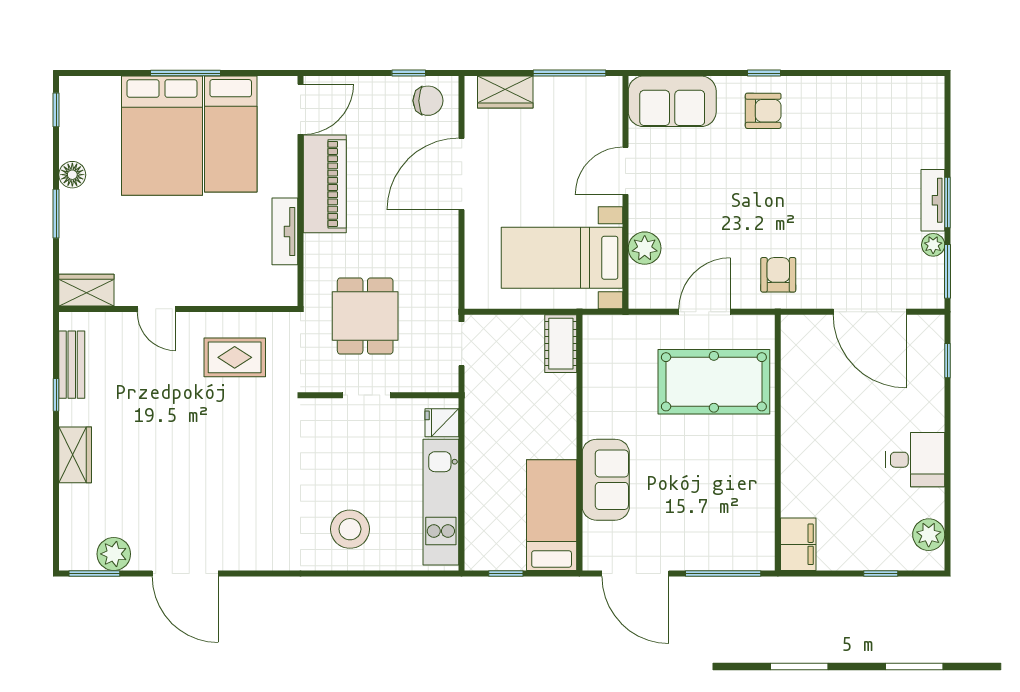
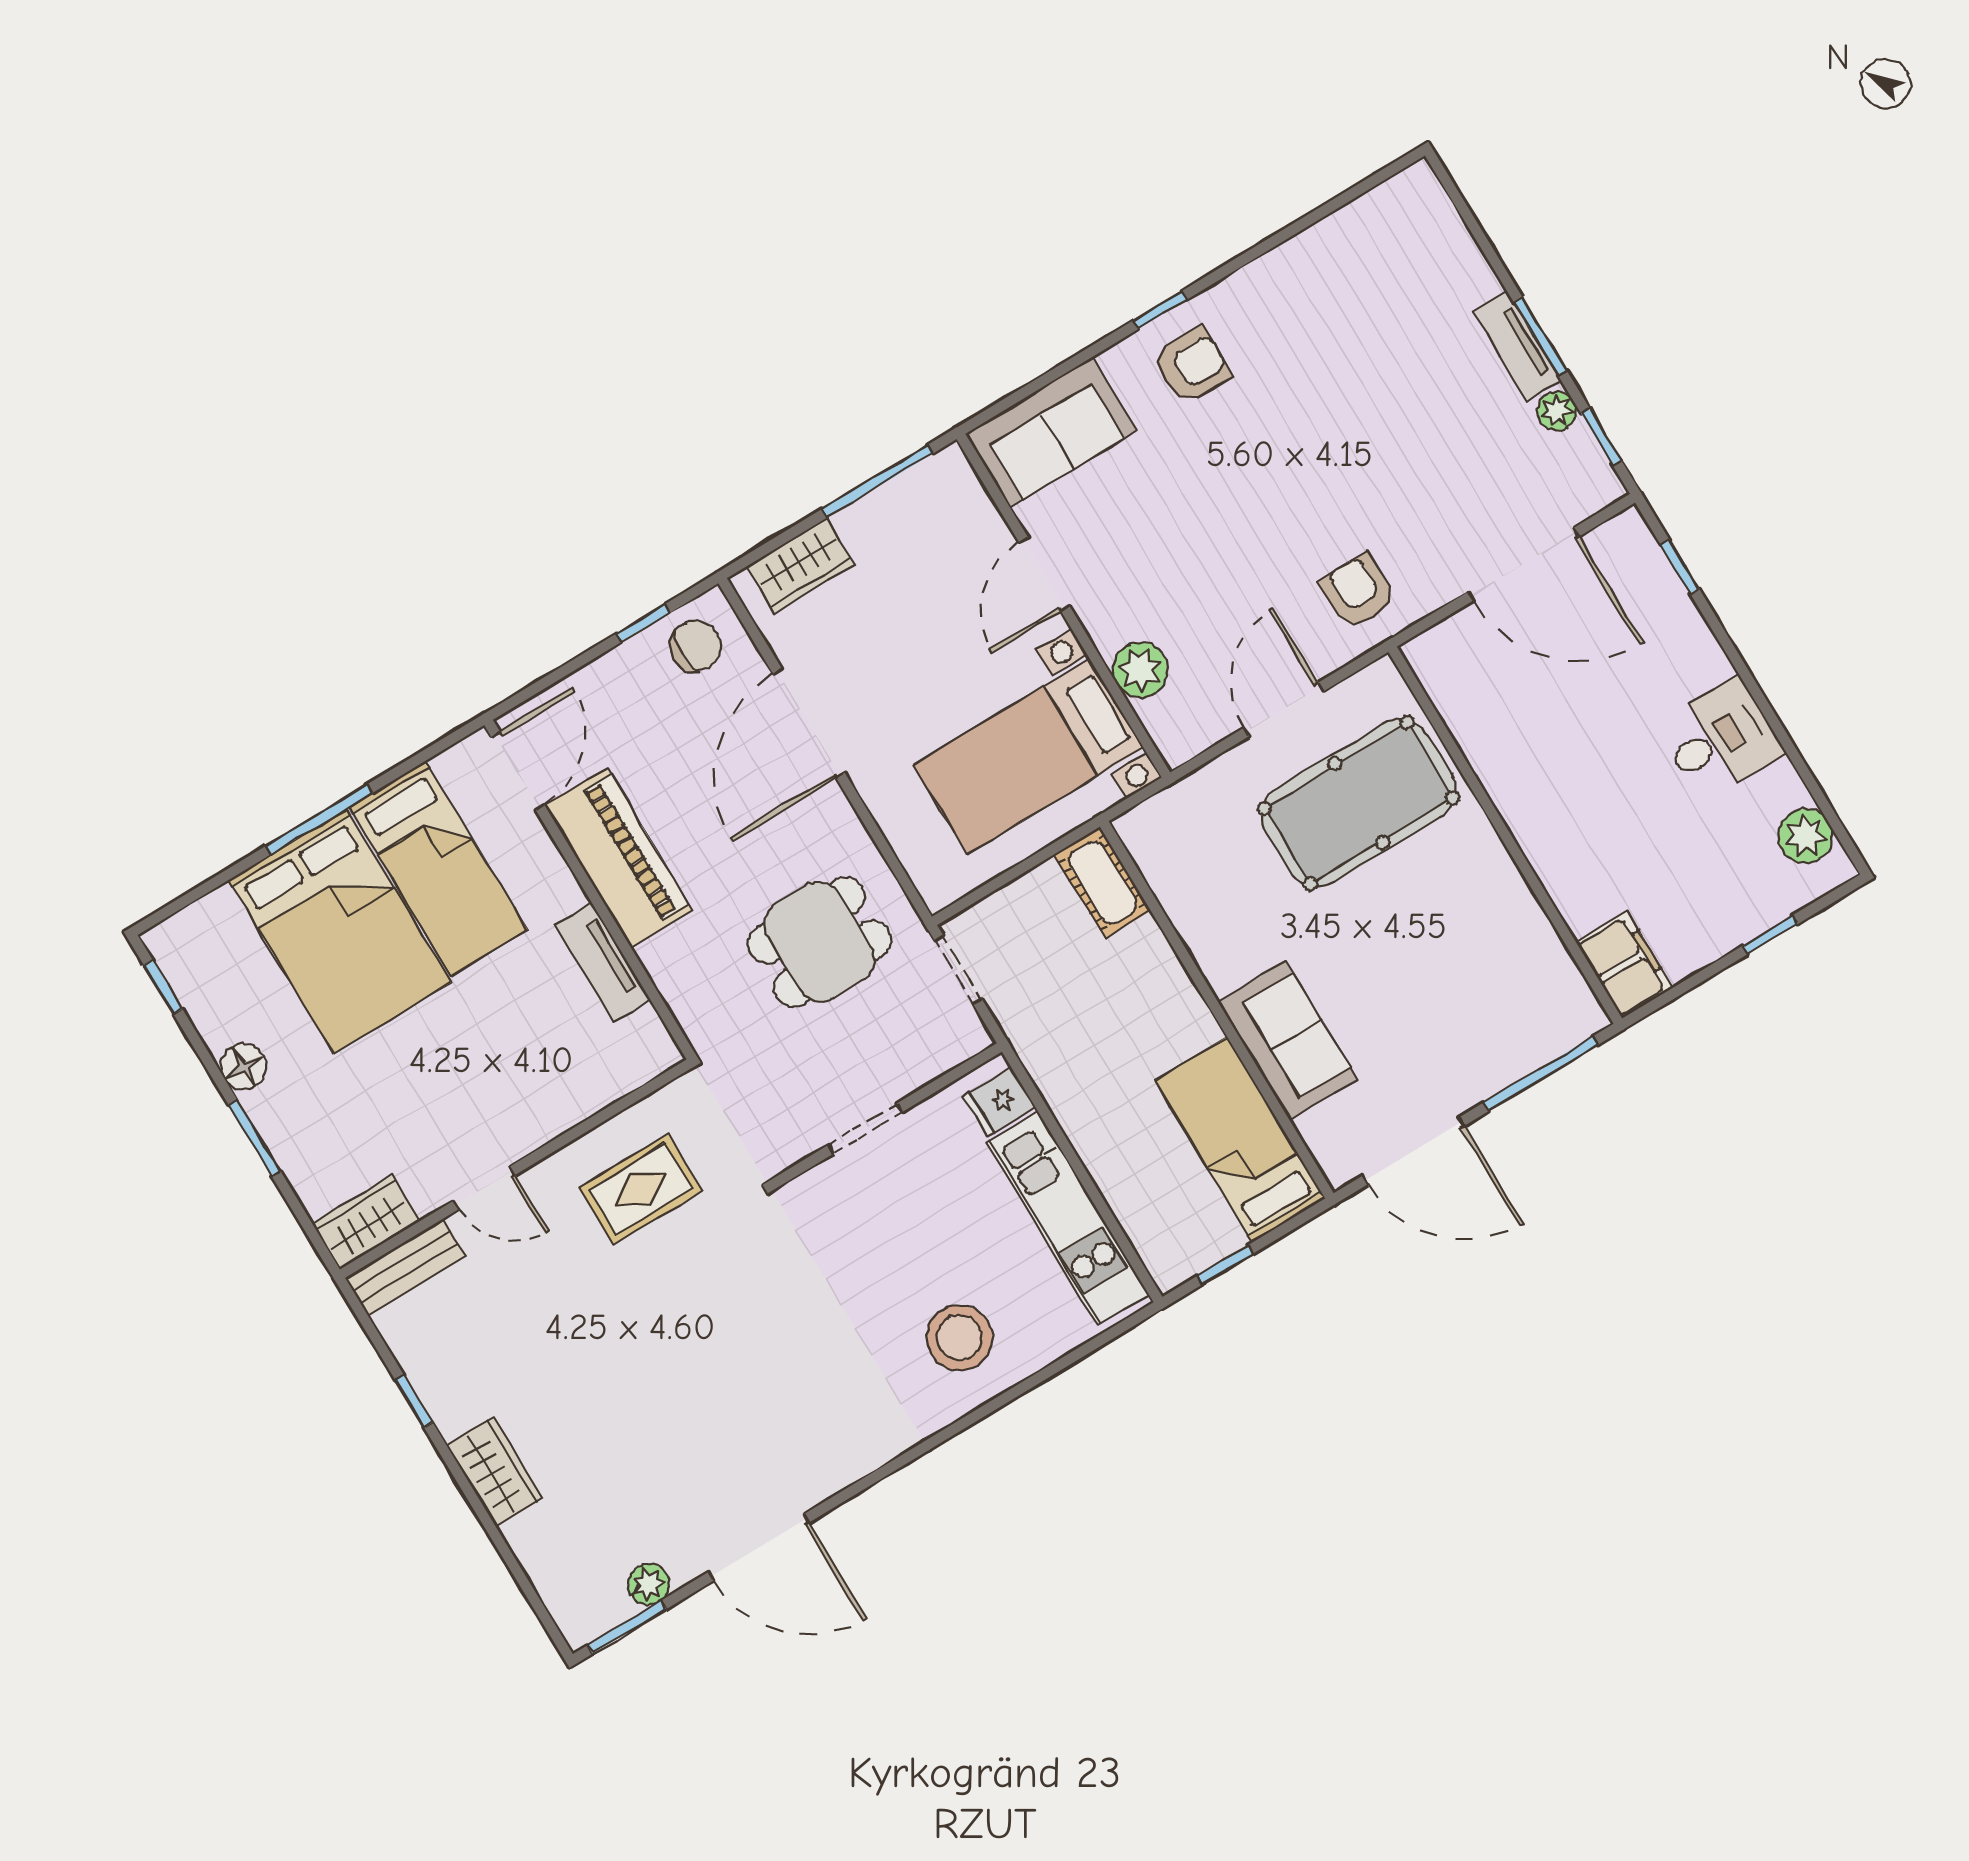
window: (948, 271) -> (1601, 437), width x0.67
dining table: (365, 316) -> (819, 942), moved, turned 90
bench: (72, 365) -> (405, 1267), moved, turned 90
plant: (114, 554) -> (649, 1584), width x0.73, depth x0.73

